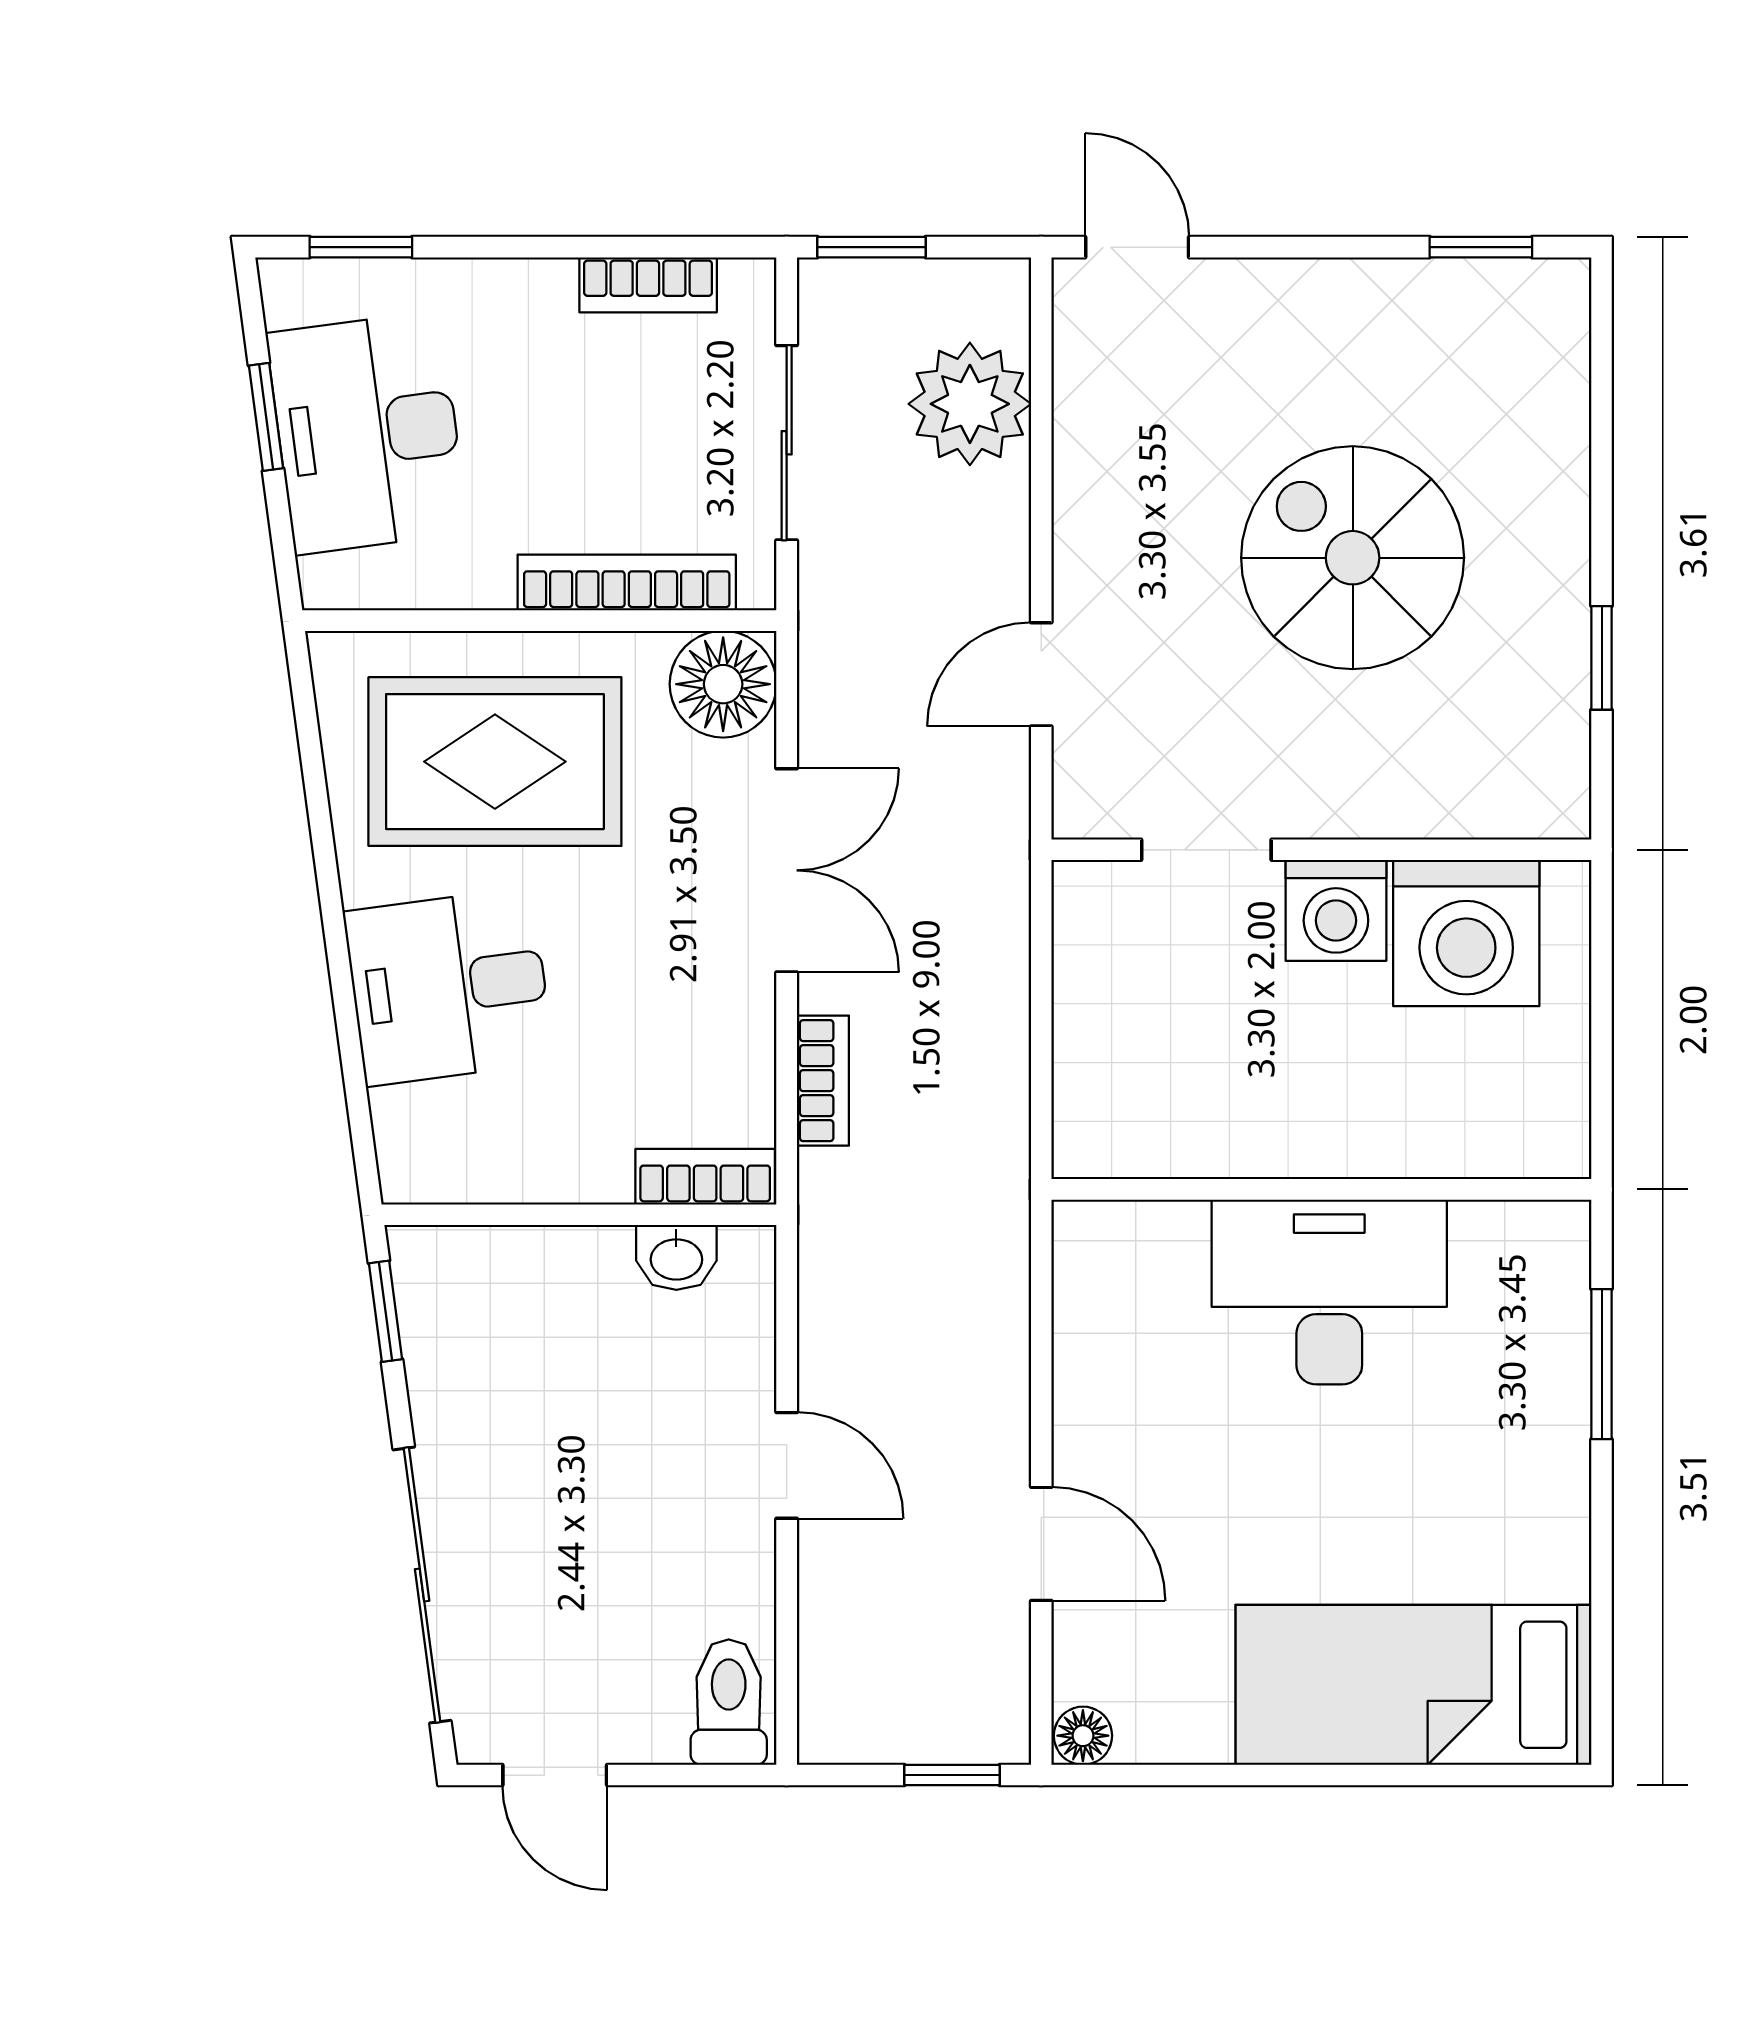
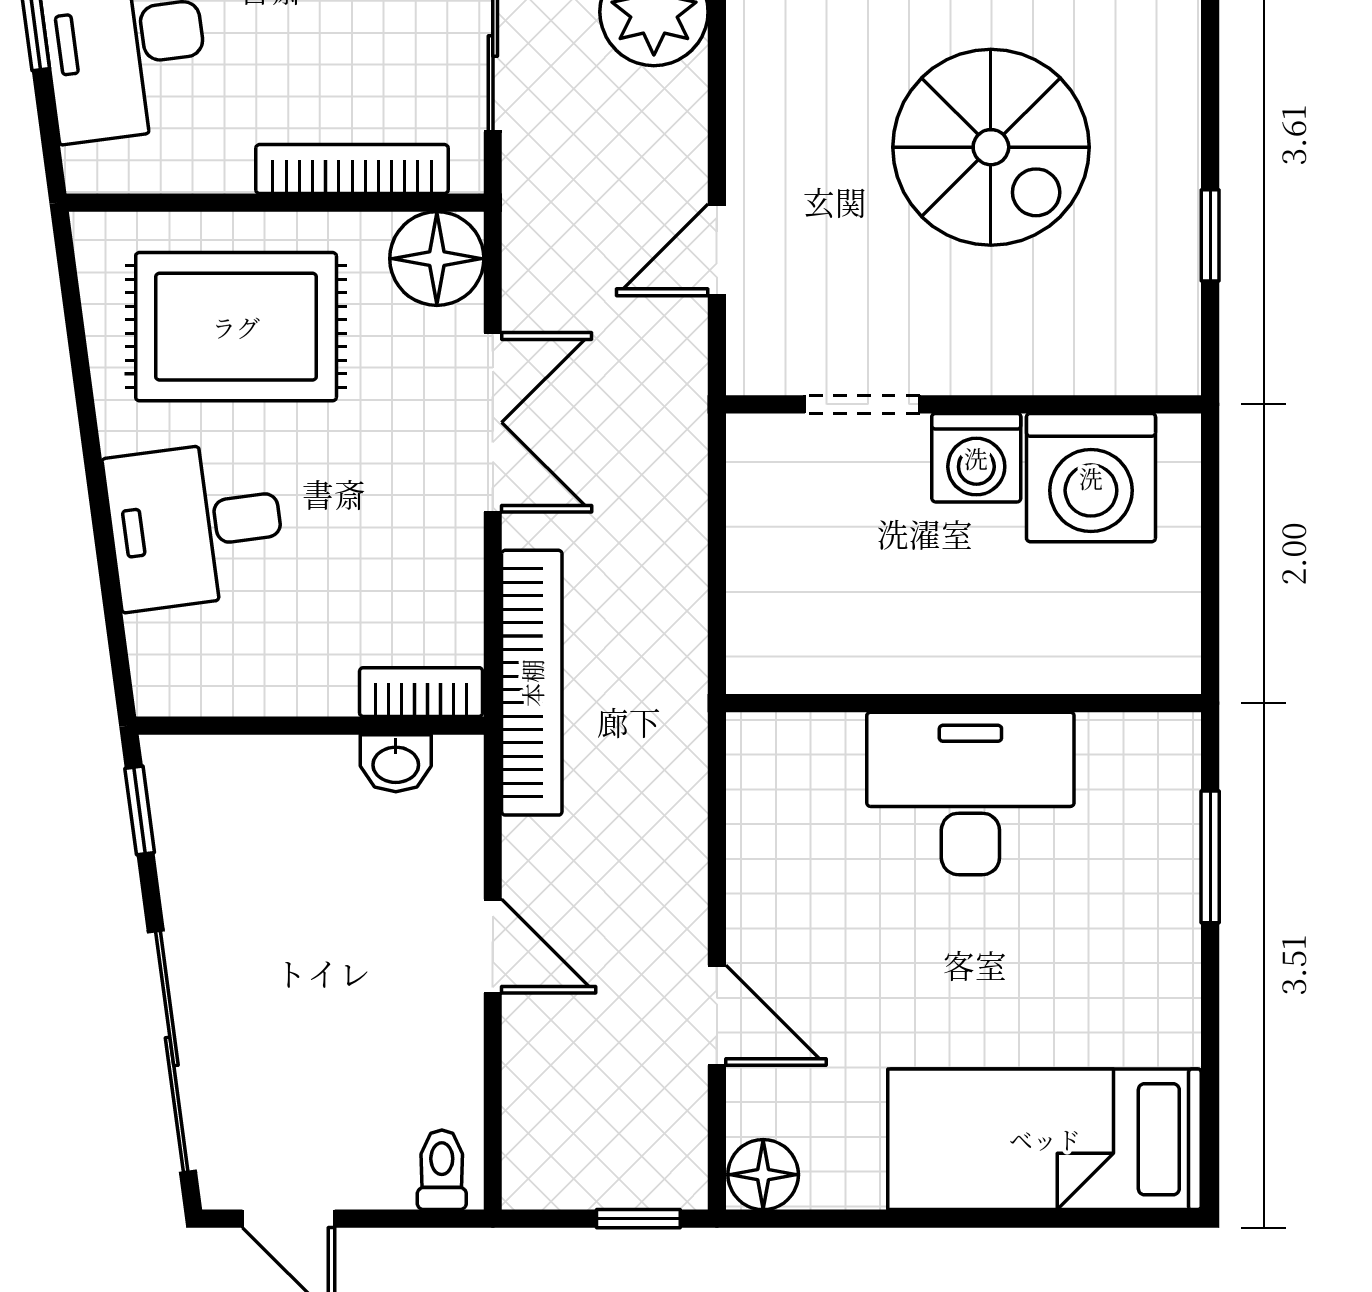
spiral stairs: (1353, 558) -> (991, 147), turned 180
bookcase: (823, 1081) -> (532, 683), width x2.31, depth x1.31
toilet: (729, 1702) -> (442, 1170), width x0.73, depth x0.72
floor lamp: (1083, 1736) -> (763, 1175), width x1.37, depth x1.37

